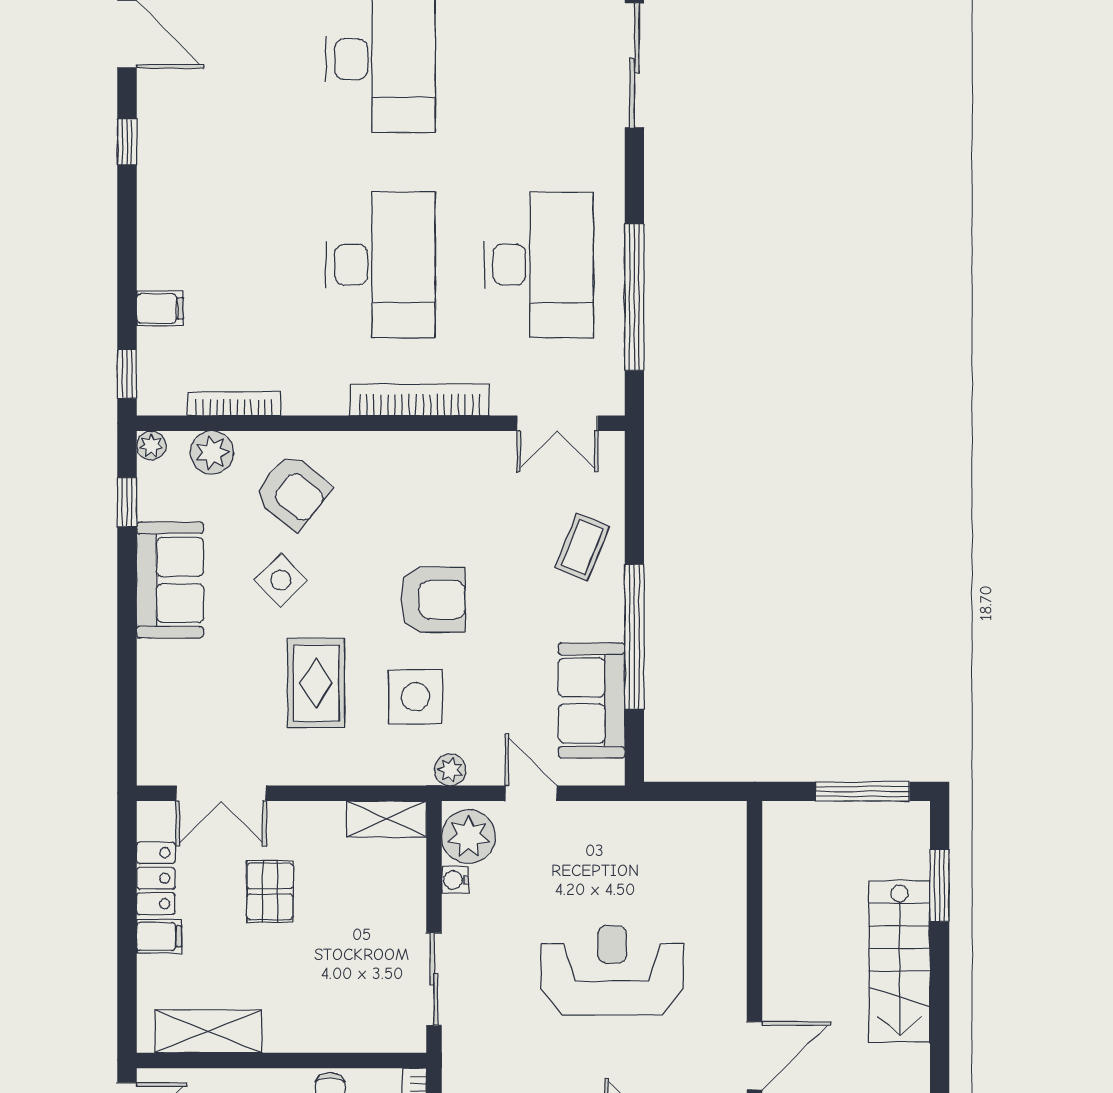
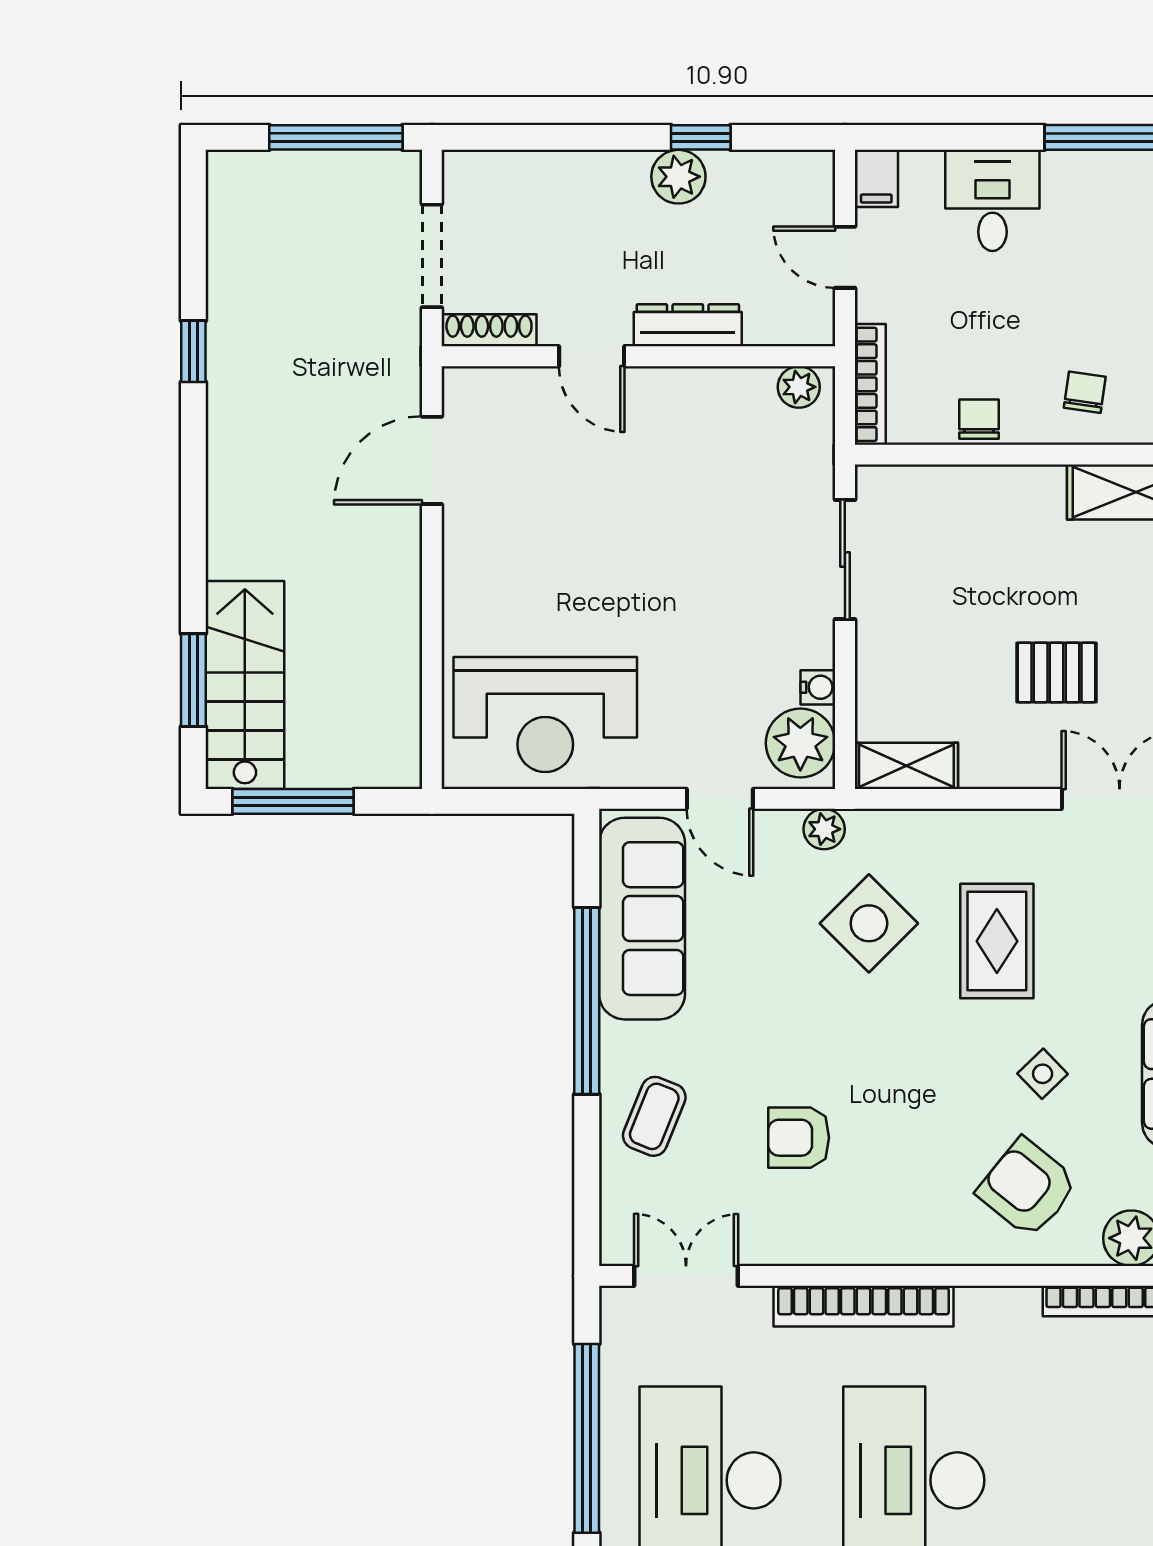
side table: (281, 580) -> (1043, 1074), width x0.73, depth x0.73
armchair: (433, 600) -> (799, 1138), moved, width x0.72, depth x0.72
side table: (416, 697) -> (869, 923), turned 45
sofa: (592, 701) -> (642, 919), width x1.36
pallet: (270, 891) -> (1057, 672), turned 90
stairs: (900, 961) -> (245, 685), moved
reception desk: (612, 970) -> (545, 715), moved

